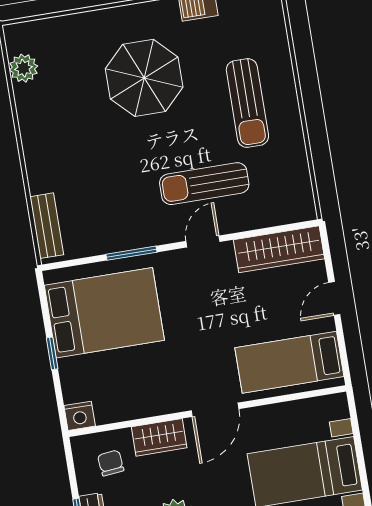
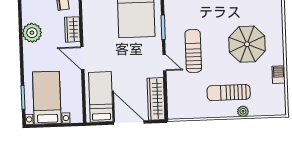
plant: (282, 69) -> (243, 111), added
sun lounger: (204, 184) -> (193, 51), moved
door: (334, 299) -> (129, 123), width x1.87

